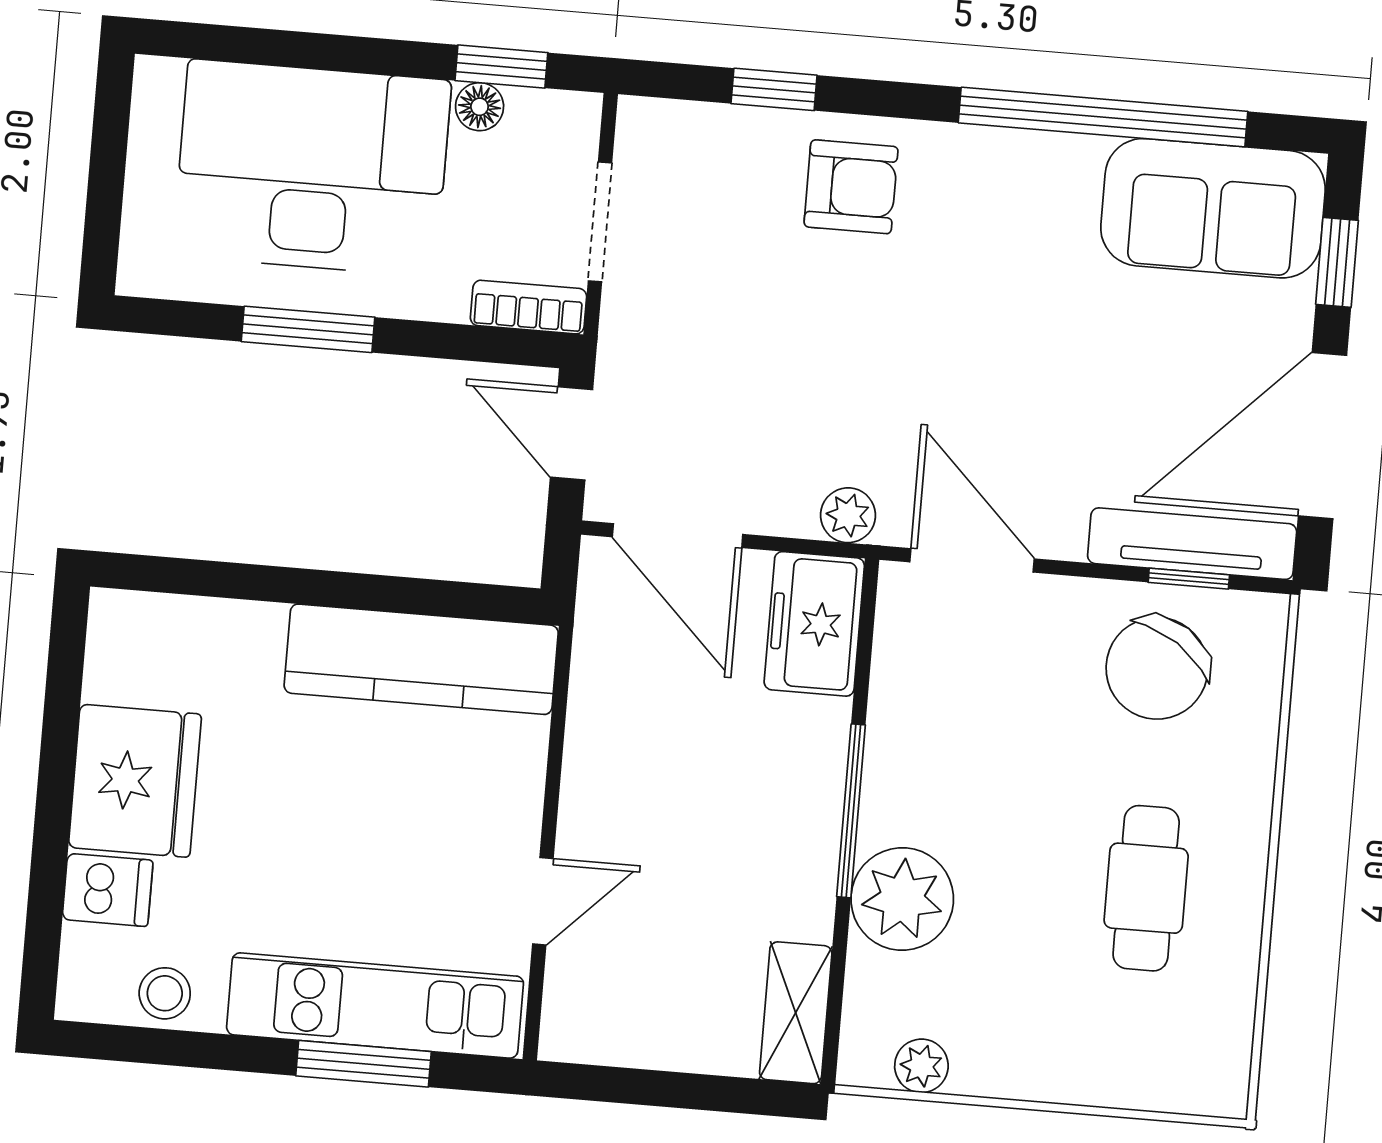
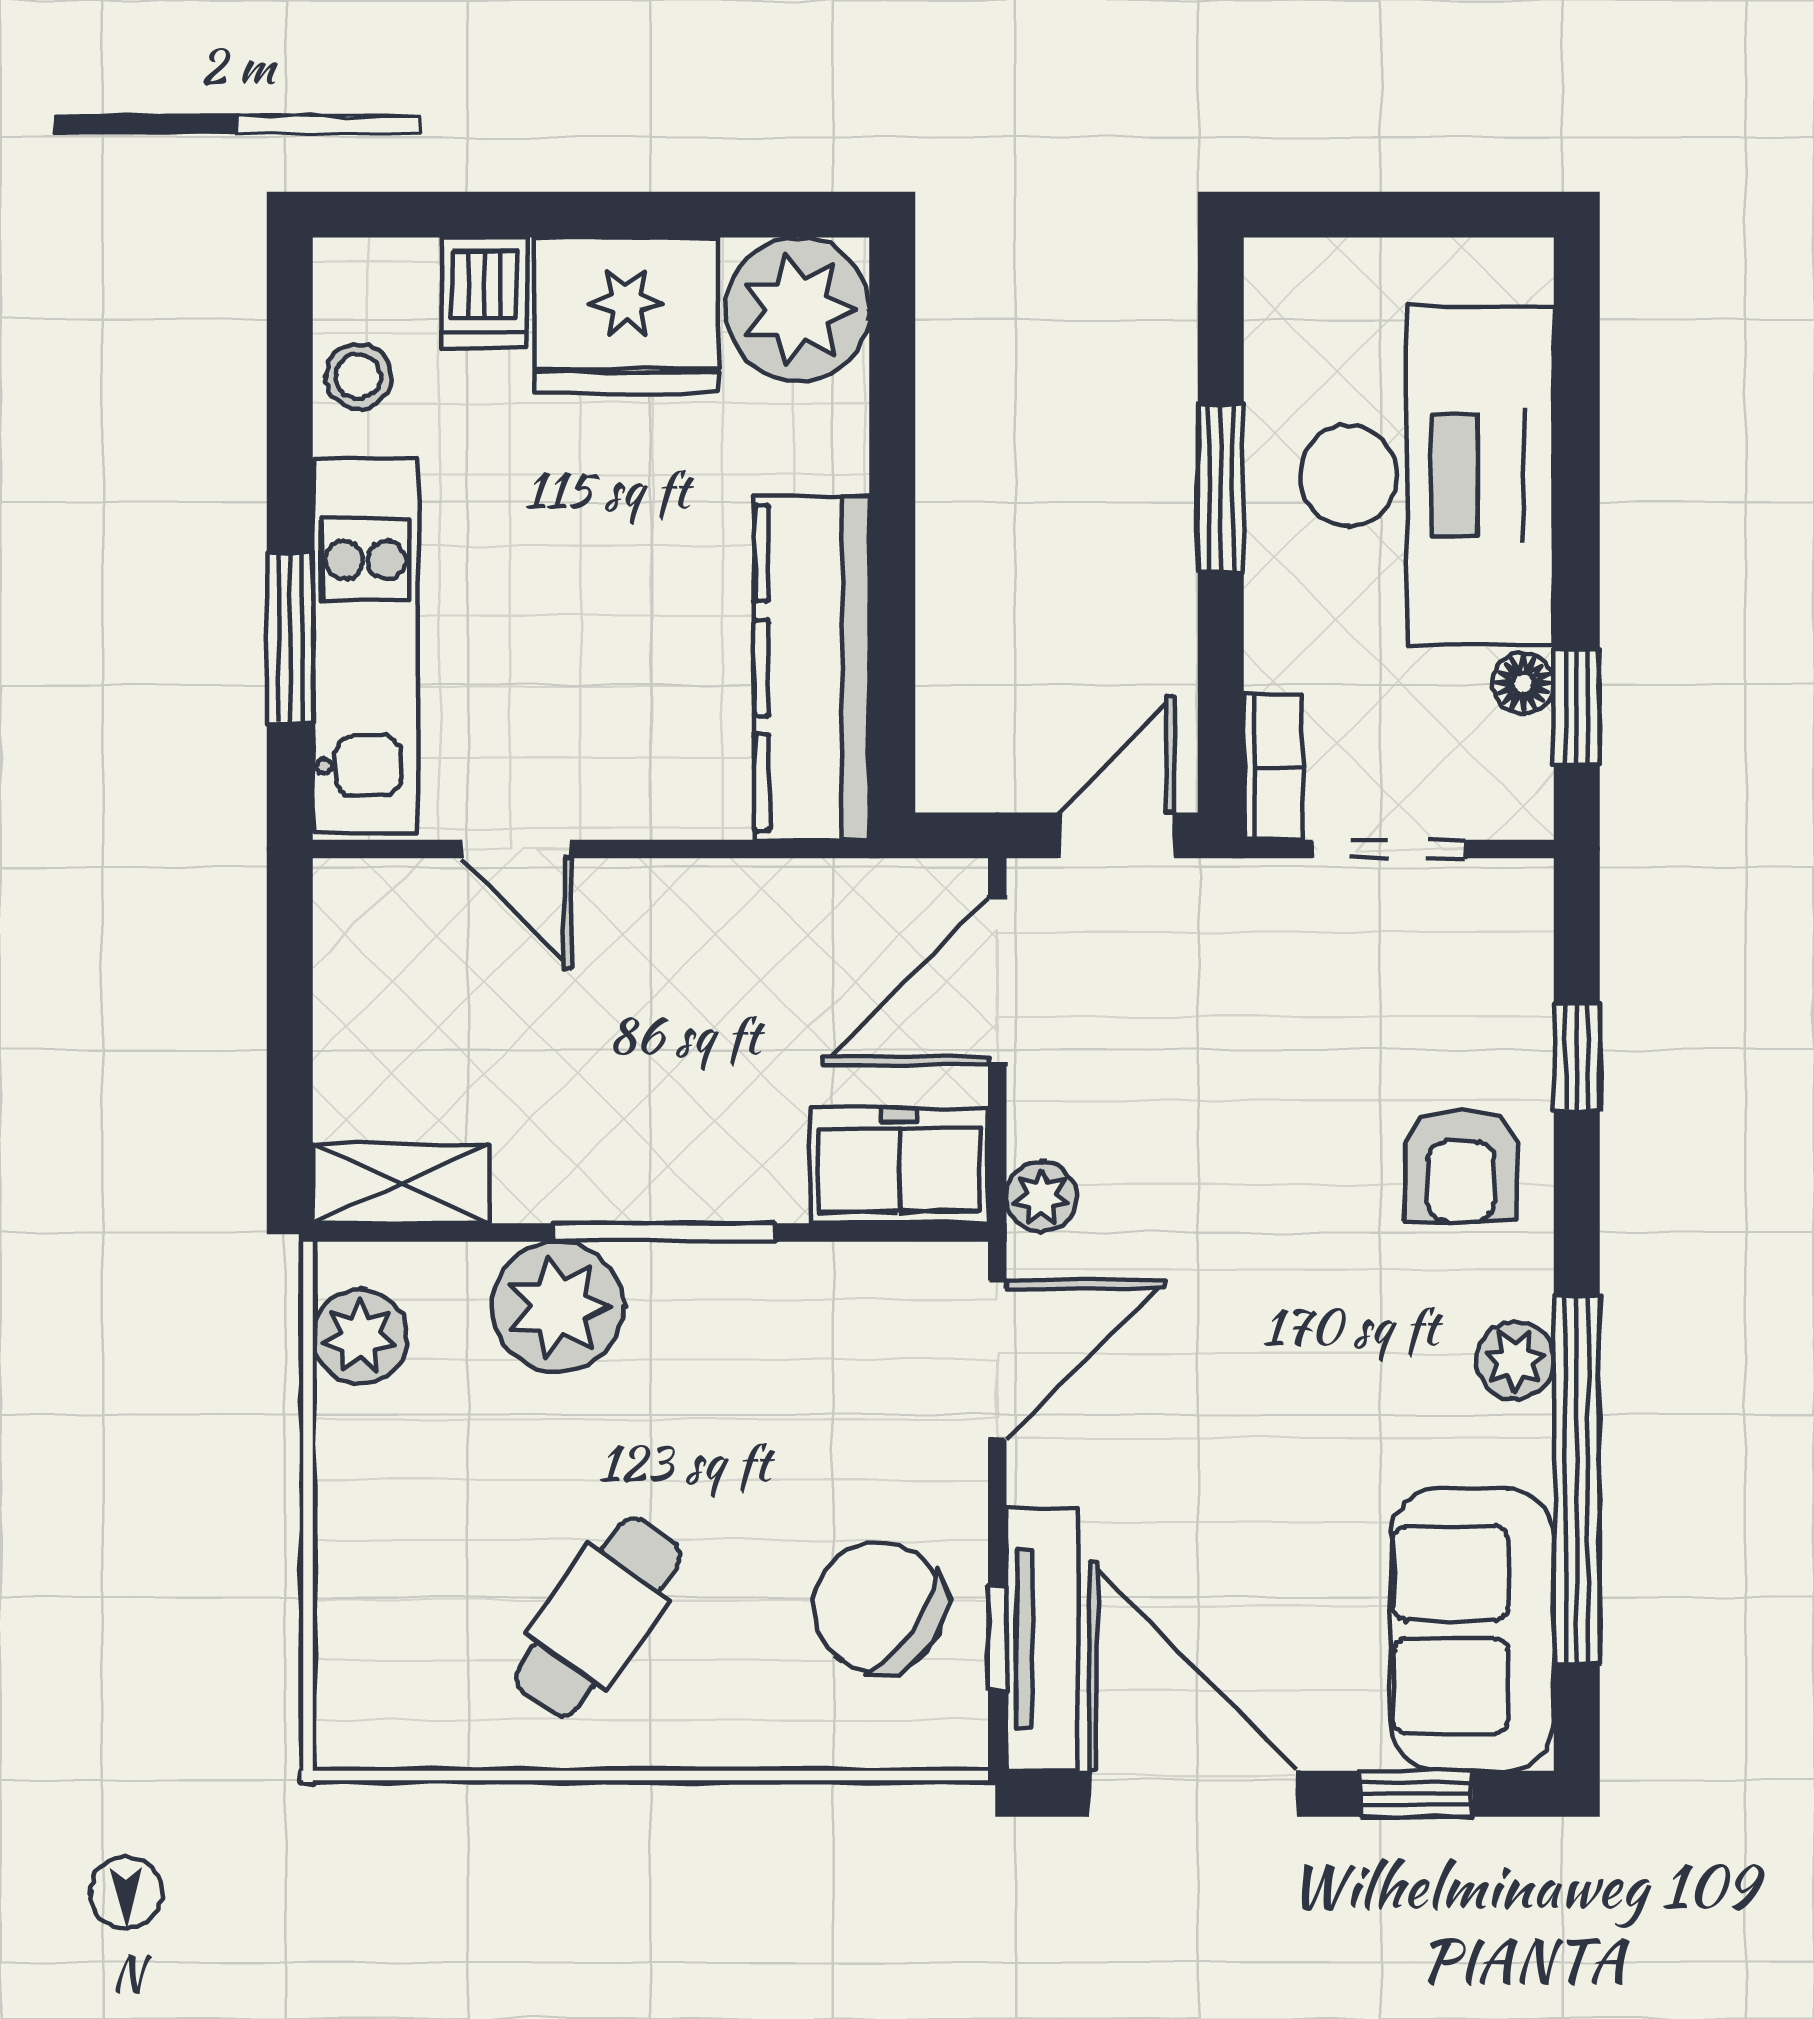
plant: (1006, 157) -> (1515, 1360), added
plant: (141, 647) -> (798, 309), added
cafe table: (1146, 888) -> (598, 1617), turned -55
plant: (921, 1066) -> (360, 1337), width x1.38, depth x1.38

